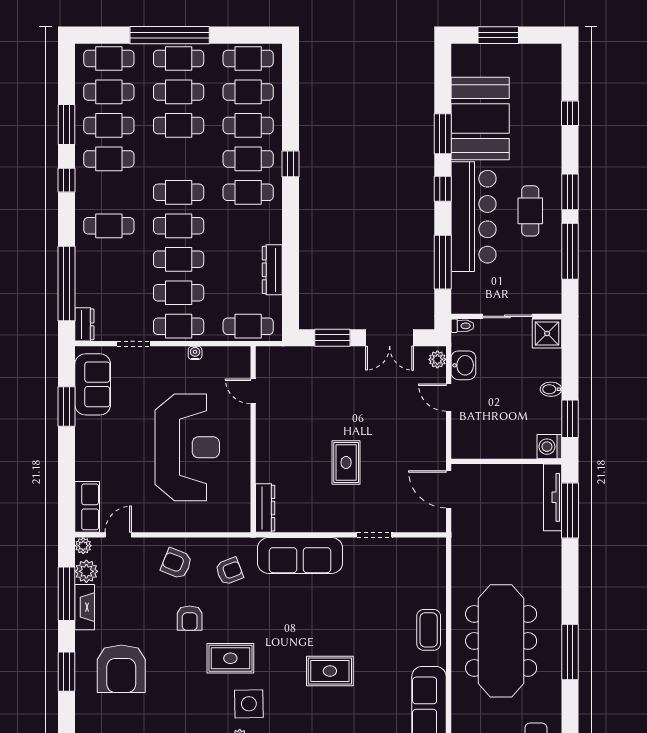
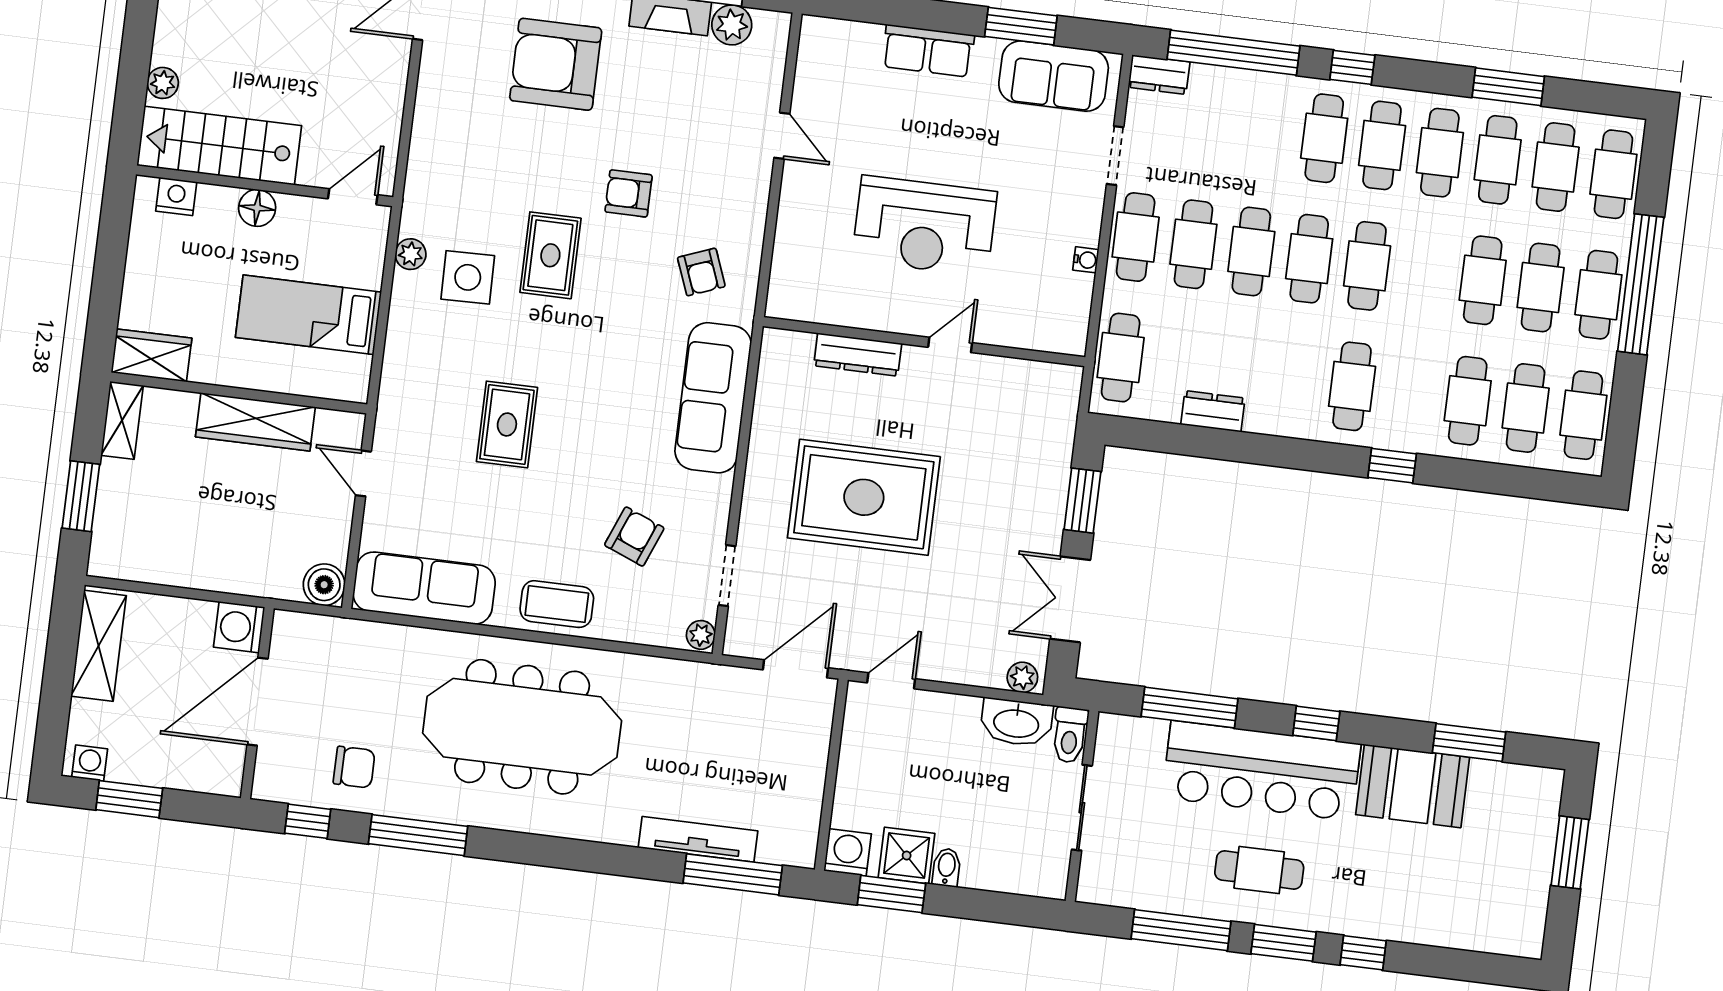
window: (570, 113) -> (1363, 953), moved
booth: (480, 119) -> (1413, 786), width x0.73, depth x0.70
window: (443, 134) -> (1469, 742), moved
cafe table: (248, 159) -> (1382, 145), moved
window: (67, 180) -> (1352, 67), moved
dresser: (272, 270) -> (1213, 411), width x0.70
toilet: (462, 326) -> (1070, 735), width x1.37, depth x1.39
shower: (547, 333) -> (907, 856), moved
washbasin: (463, 365) -> (1016, 722), width x1.38
door: (253, 391) -> (950, 345), moved
door: (449, 398) -> (891, 681), moved
reception desk: (187, 447) -> (924, 226), width x0.74, depth x0.77
rug: (346, 463) -> (864, 497), width x1.86, depth x2.06
tv unit: (553, 497) -> (698, 839), moved
row of seats: (87, 507) -> (928, 51), moved
dresser: (265, 508) -> (858, 355), moved
door: (118, 535) -> (782, 136), moved
doorway: (374, 535) -> (727, 576), moved
plant: (83, 546) -> (701, 635), moved
armchair: (176, 563) -> (634, 537), moved
window: (570, 652) -> (418, 835), moved

